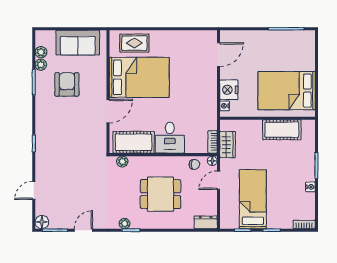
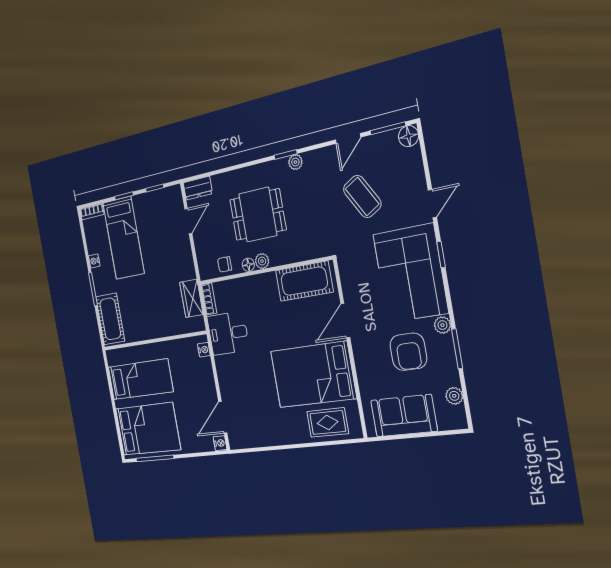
bed: (288, 52) -> (148, 429), added
plant: (41, 65) -> (442, 325), moved
nightstand: (229, 90) -> (220, 443), moved, width x0.53, depth x0.56
bed: (287, 91) -> (140, 379), width x0.67
cot: (282, 130) -> (110, 319), moved, turned 90
corner sofa: (56, 135) -> (410, 273), added
desk: (170, 138) -> (228, 333), moved, turned -90
floor lamp: (212, 161) -> (248, 265), moved
plant: (122, 162) -> (262, 261), moved
door: (218, 180) -> (188, 221), moved
door: (34, 190) -> (432, 204), moved
coffee table: (80, 191) -> (362, 196), added
bed: (253, 199) -> (124, 238), moved

